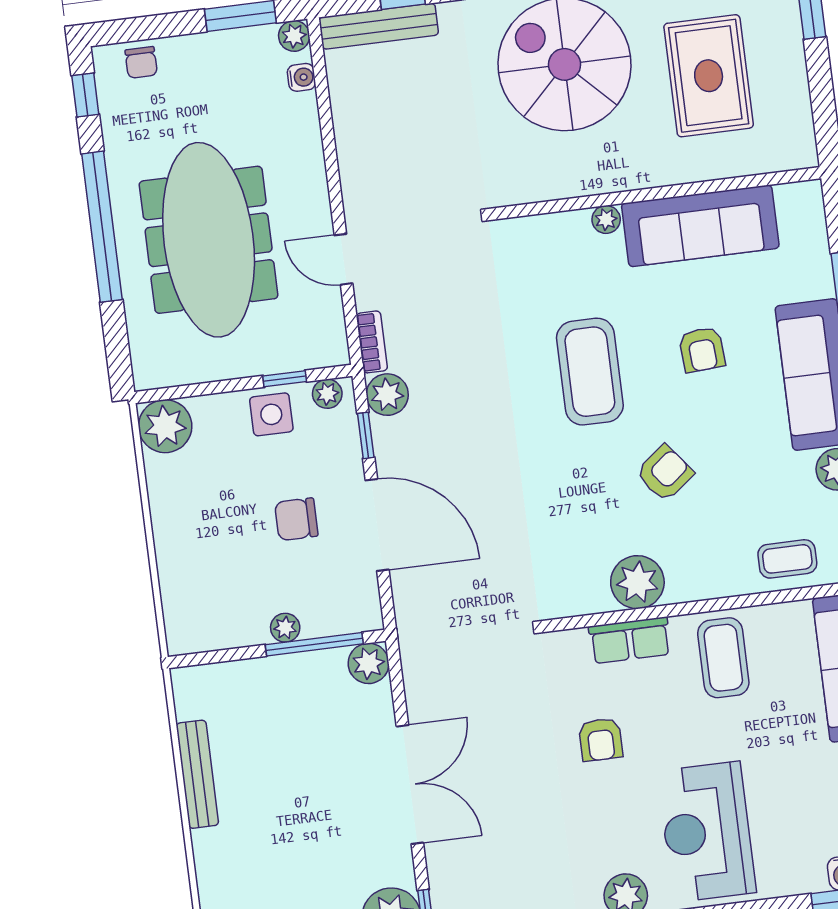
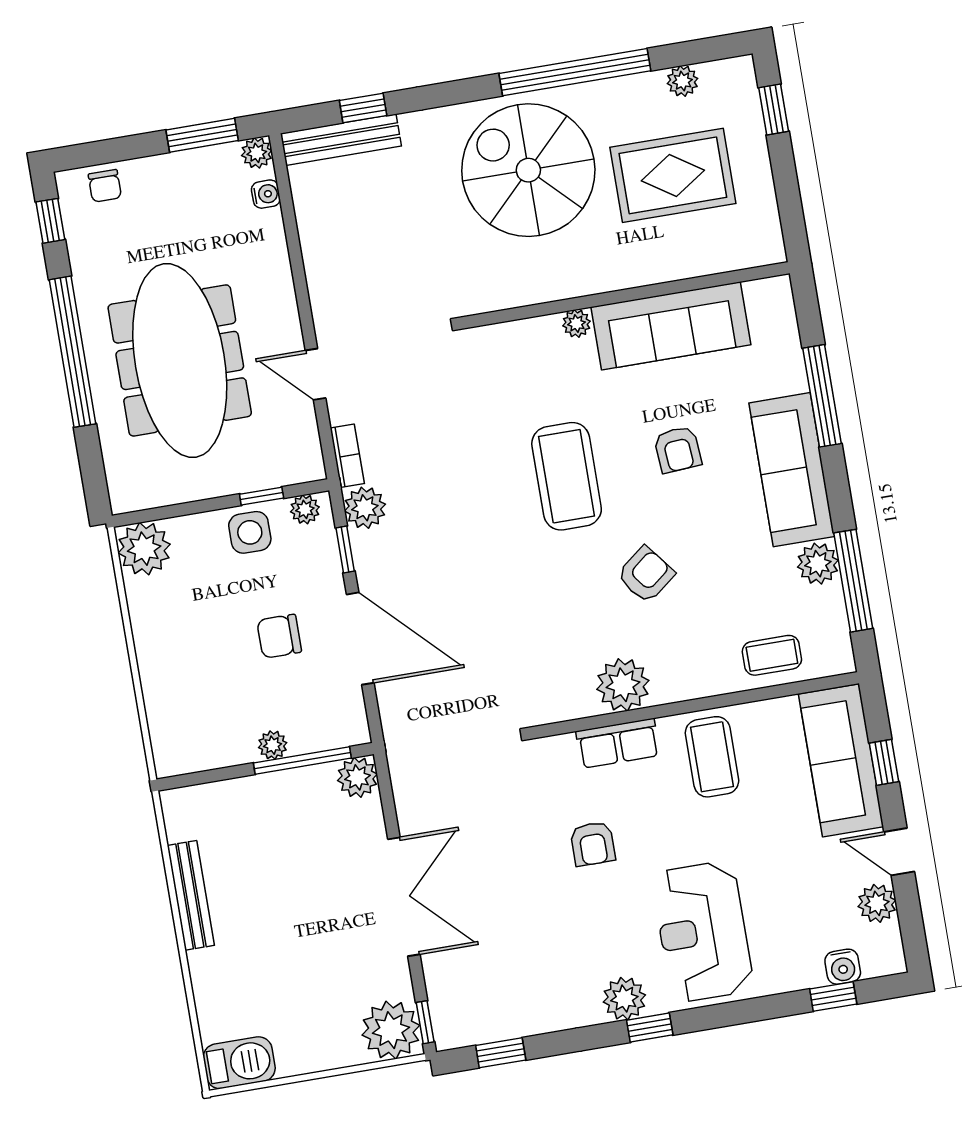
rug: (709, 76) -> (673, 175), turned 90

